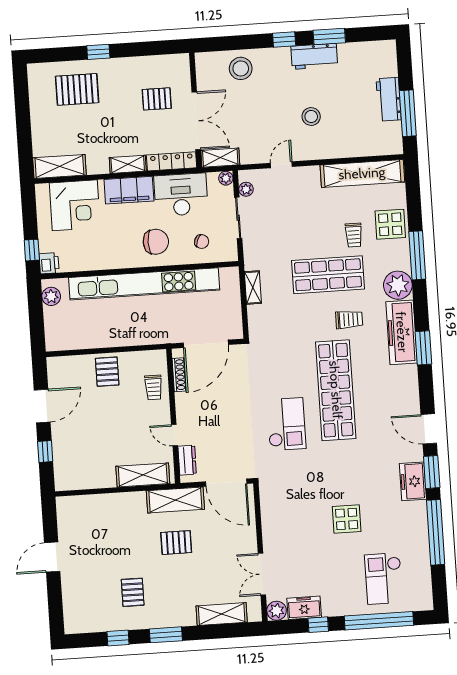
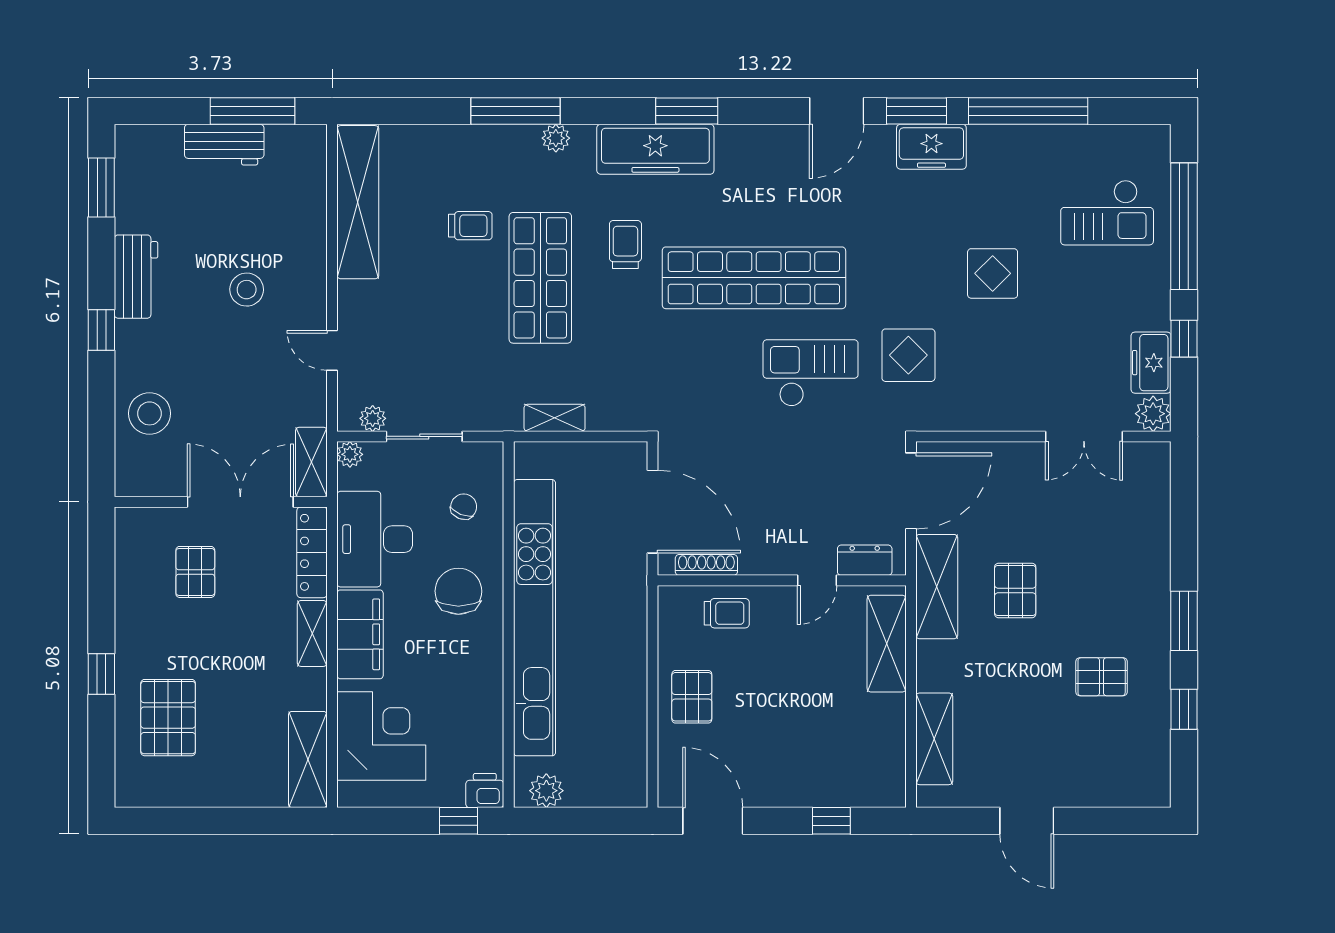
window: (329, 37) -> (101, 187), moved
display table: (390, 224) -> (908, 355), moved
plant: (398, 285) -> (556, 138), width x0.53, depth x0.53
pallet: (107, 372) -> (692, 697), turned 90
door: (42, 406) -> (713, 821), moved
shelving: (222, 614) -> (934, 739), moved

